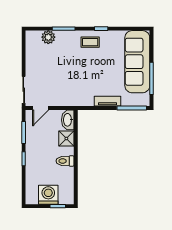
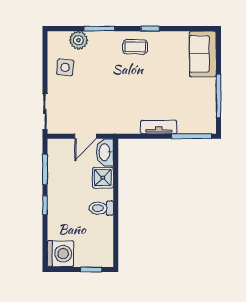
side table: (38, 57) -> (65, 67), added
sofa: (137, 62) -> (203, 54), width x0.54, depth x0.79
door: (41, 108) -> (85, 136), moved
washing machine: (48, 195) -> (61, 254), moved, turned 90

